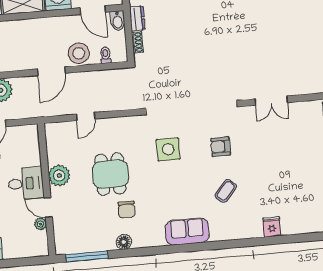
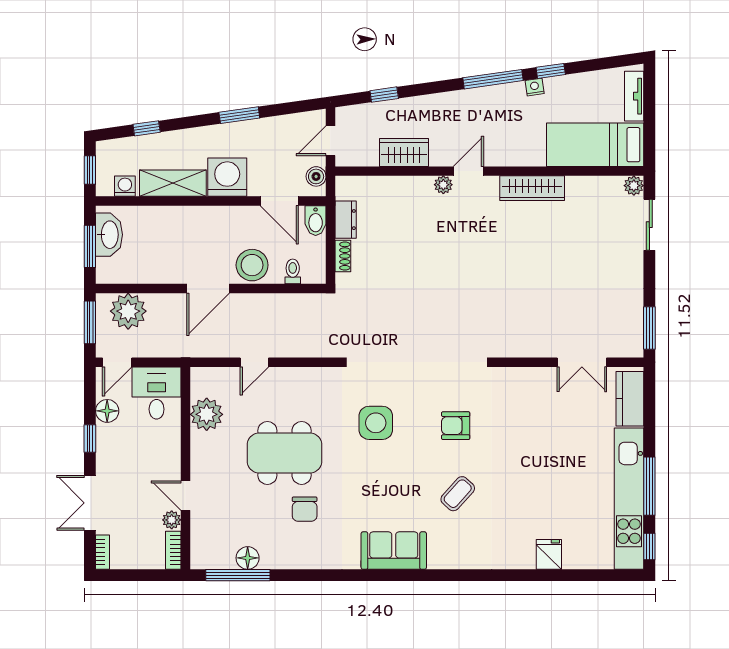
double door: (271, 101) -> (582, 362), moved
dining table: (110, 174) -> (284, 453), width x1.38
plant: (59, 175) -> (207, 414), moved
desk: (26, 183) -> (157, 393), moved, turned -90
fridge: (272, 227) -> (549, 554), moved
floor lamp: (124, 242) -> (248, 558), moved
bookcase: (43, 244) -> (173, 550), added

